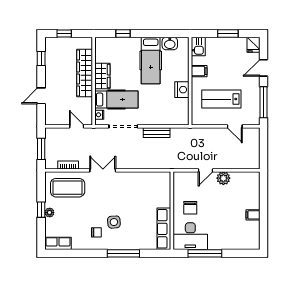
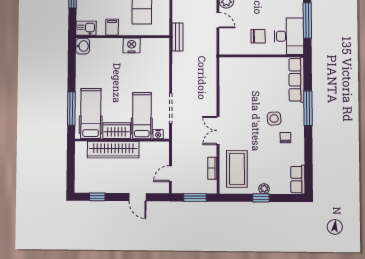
window: (64, 33) -> (71, 172), removed
window: (123, 33) -> (71, 108), width x2.17
washbasin: (170, 44) -> (83, 46), moved
hospital bed: (151, 60) -> (91, 113), moved, turned -90
door: (77, 126) -> (170, 174), moved
bench: (157, 133) -> (178, 37), moved
row of seats: (164, 229) -> (297, 80), moved, turned 90

